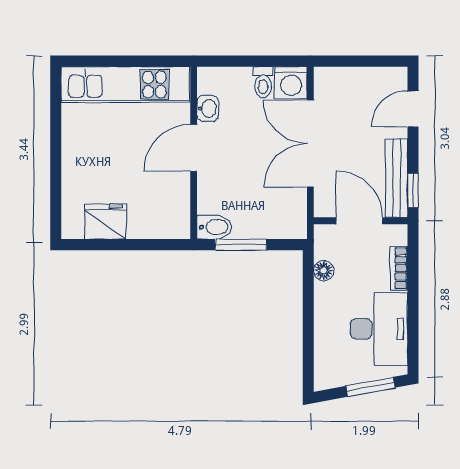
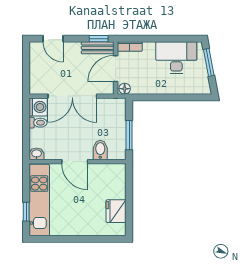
window: (104, 61) -> (26, 212), added
washbasin: (208, 108) -> (37, 154), moved
bench: (397, 178) -> (98, 48), width x0.73
bidet: (214, 227) -> (100, 150), moved
bookcase: (399, 268) -> (130, 47), moved
floor lamp: (324, 271) -> (125, 89), moved

